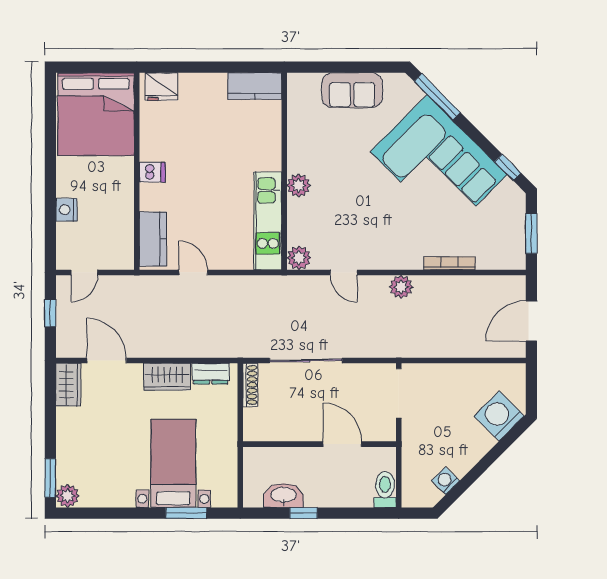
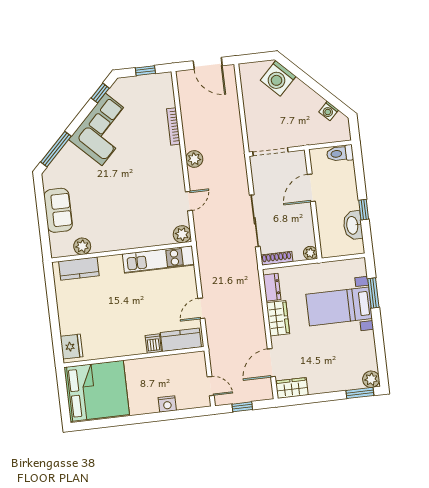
kitchen counter: (255, 86) -> (79, 269), moved, turned 90
corner sofa: (439, 163) -> (104, 129), width x0.73, depth x0.74
dishwasher: (152, 172) -> (153, 344), moved
plant: (299, 185) -> (82, 246), moved
window: (531, 234) -> (145, 71), width x0.67
plant: (252, 432) -> (310, 253), added

